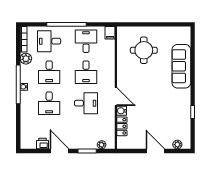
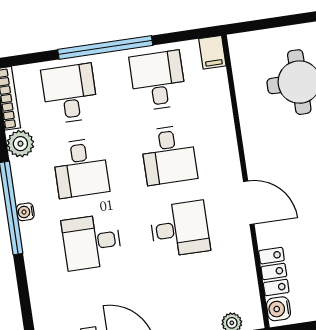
desk: (49, 41) -> (70, 94), turned 90
desk: (49, 103) -> (92, 242), turned 90
water cooler: (122, 111) -> (279, 309), moved

